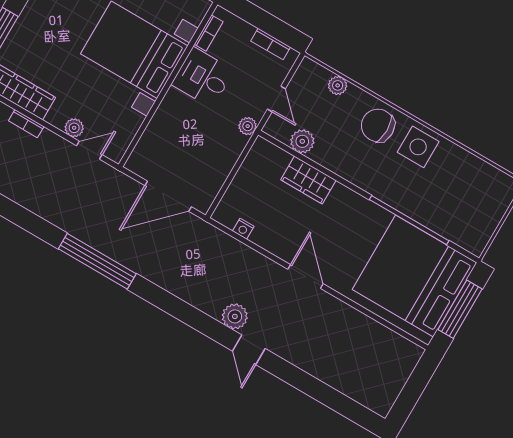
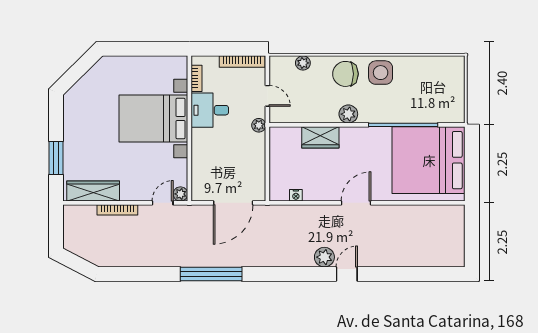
bookcase: (271, 44) -> (242, 61), width x1.56
bookcase: (26, 124) -> (117, 210), width x1.56
plant: (74, 128) -> (180, 194), moved
plant: (302, 141) -> (348, 114), moved
door: (306, 276) -> (356, 203), hinge flipped
window: (460, 309) -> (472, 165), removed
door: (249, 350) -> (347, 274), swing flipped

